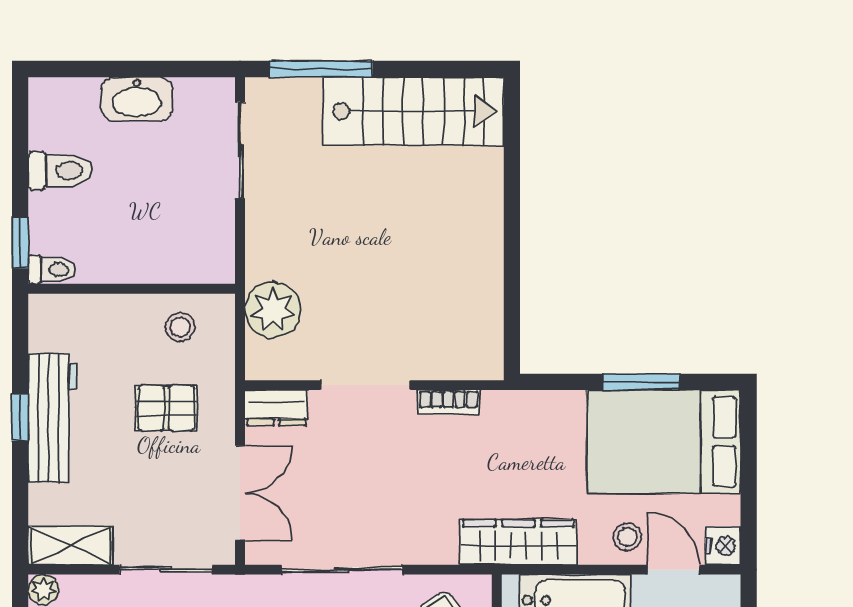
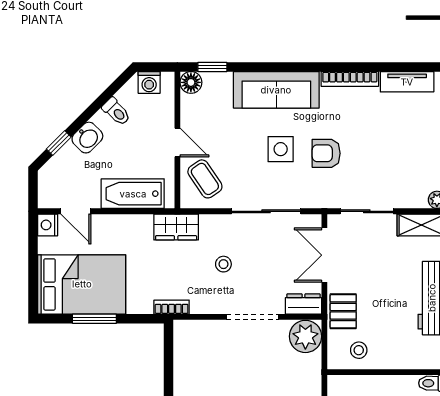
plant: (273, 310) -> (305, 336), moved
bookcase: (448, 402) -> (172, 307), moved
pallet: (166, 408) -> (343, 311), moved, turned 90
stool: (627, 537) -> (223, 264), moved
wardrobe: (518, 542) -> (176, 227), width x0.67

